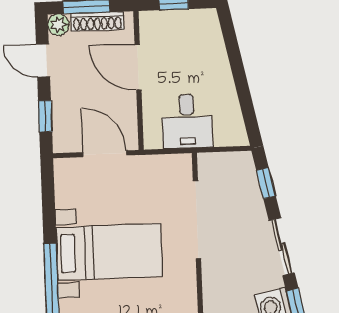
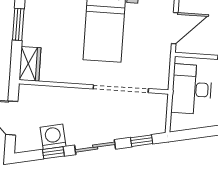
desk: (187, 121) -> (192, 89), width x1.37

